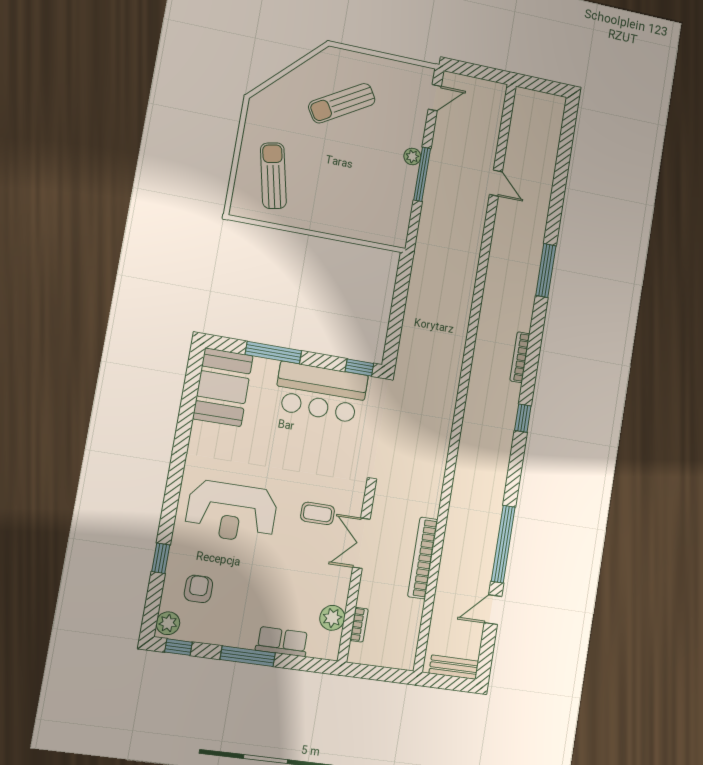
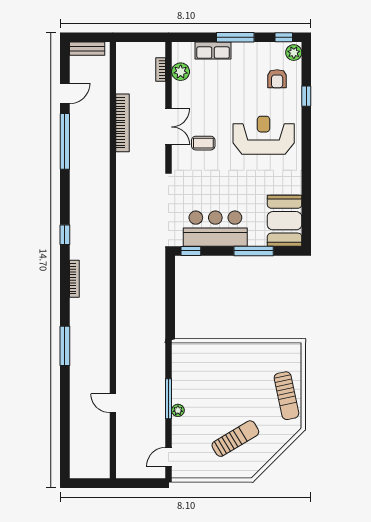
sun lounger: (273, 176) -> (286, 396), moved

